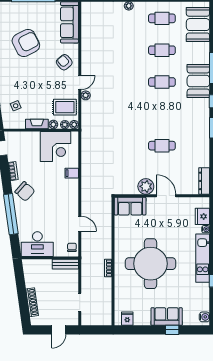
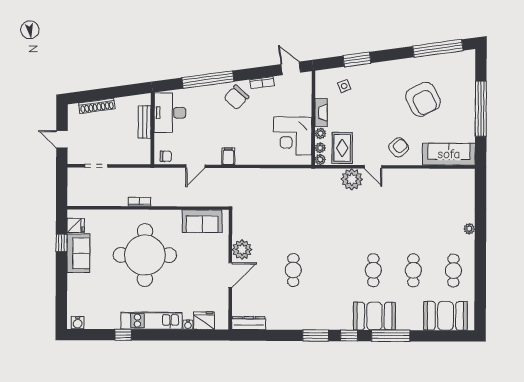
plant: (86, 95) -> (352, 179), width x1.88, depth x1.88
filing cabinet: (72, 173) -> (228, 156), moved
sofa: (130, 206) -> (202, 221), moved, turned -90
bench: (65, 264) -> (145, 122), moved
sofa: (167, 316) -> (78, 253), moved
window: (172, 330) -> (62, 243), moved

